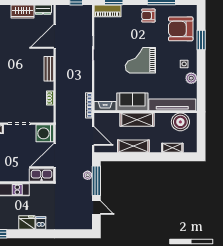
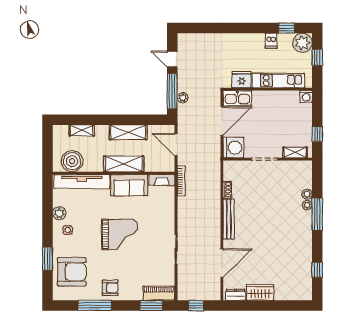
bench: (49, 69) -> (229, 219), width x1.36
fridge: (27, 223) -> (242, 80), moved, turned 180
dishwasher: (41, 223) -> (271, 41), moved

